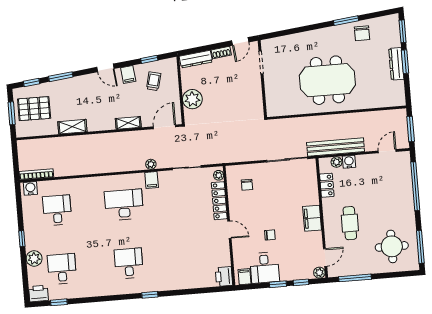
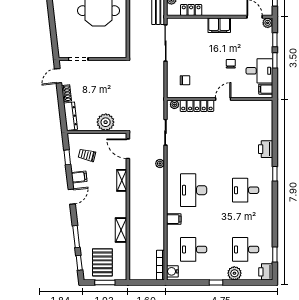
door: (240, 41) -> (58, 76), swing flipped
filing cabinet: (152, 180) -> (174, 219), moved
printer: (224, 276) -> (266, 149), moved, turned 90

